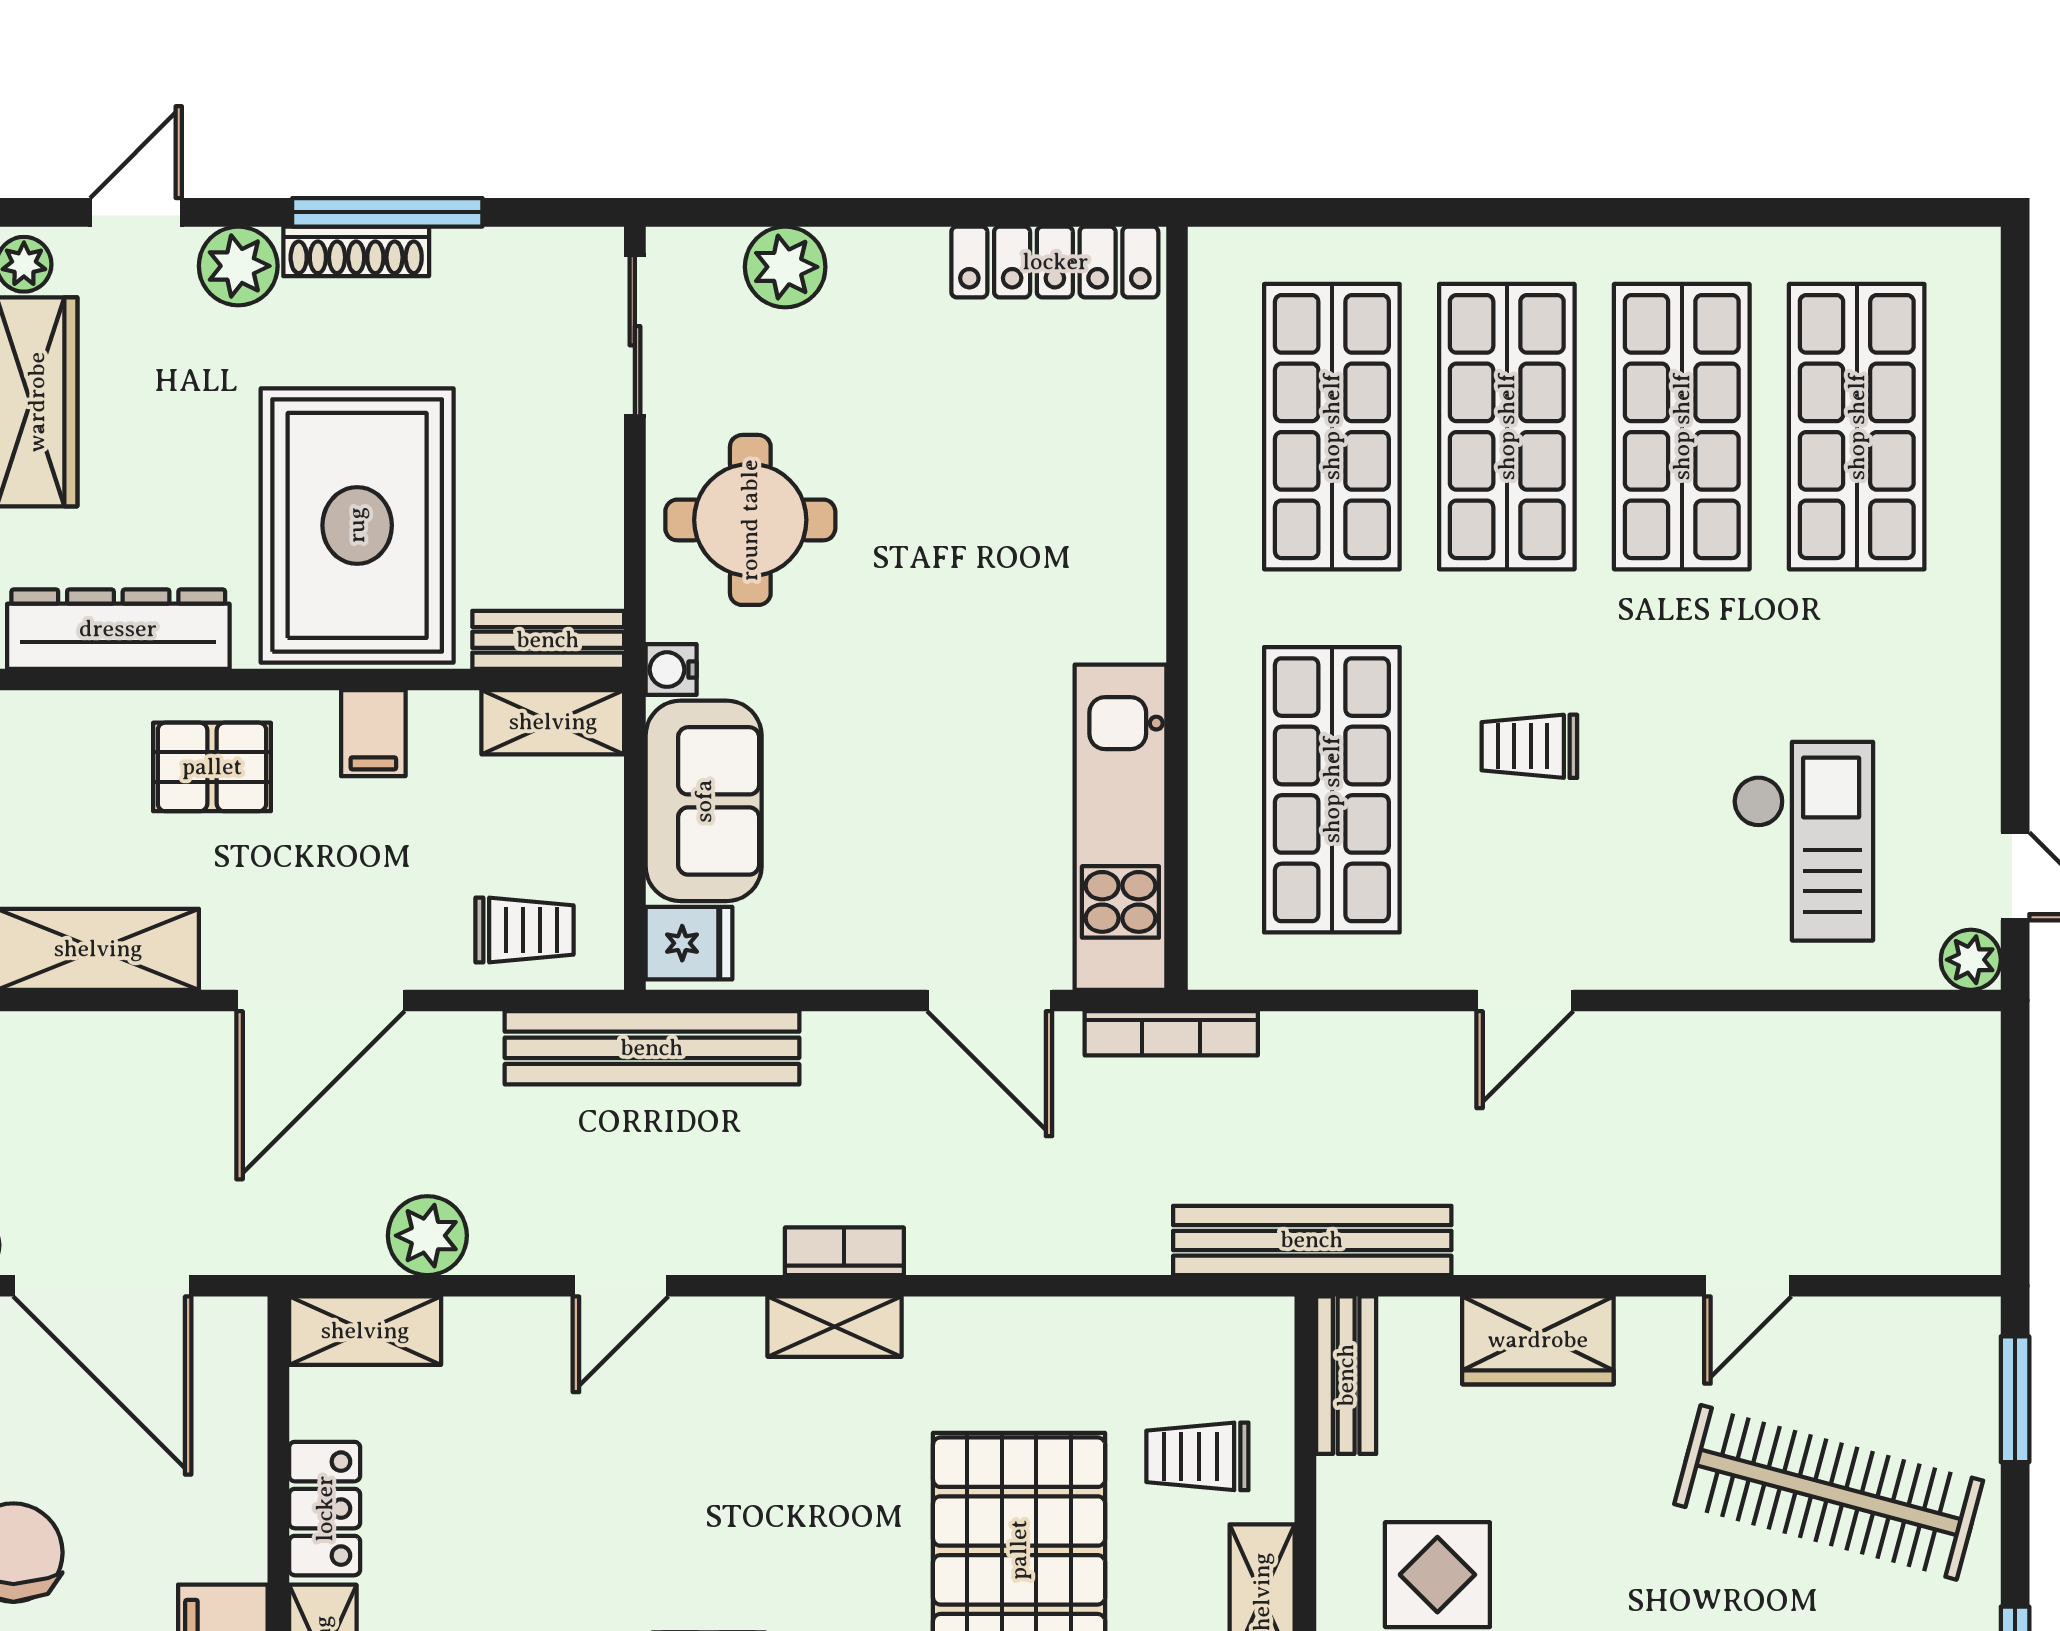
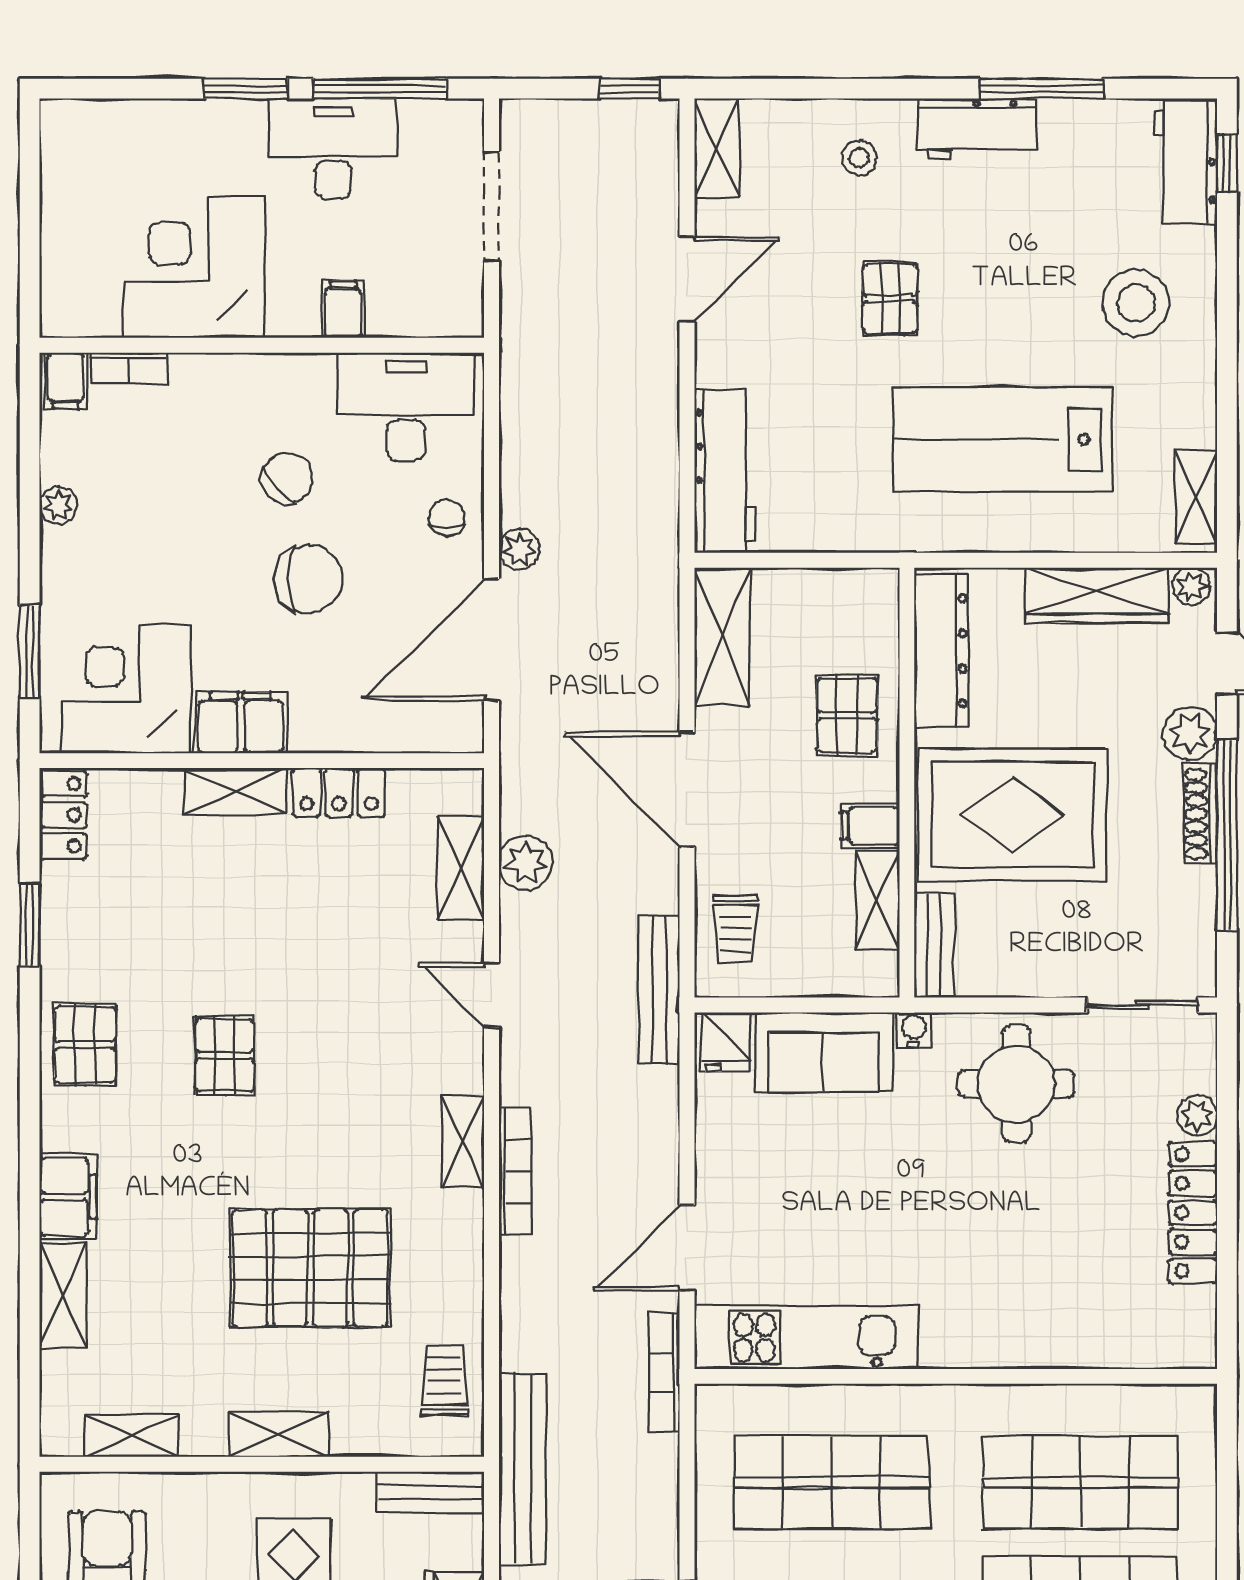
window: (387, 212) -> (1227, 835), width x1.46
locker: (1055, 262) -> (1193, 1213), moved
plant: (785, 267) -> (1197, 1115), width x0.73, depth x0.73
shelving: (553, 722) -> (878, 901), moved
bench: (652, 1048) -> (659, 990), width x0.73, depth x0.82
bookcase: (844, 1251) -> (515, 1171), width x1.56
shelving: (365, 1331) -> (461, 868), moved
trolley: (1197, 1456) -> (445, 1380), moved

